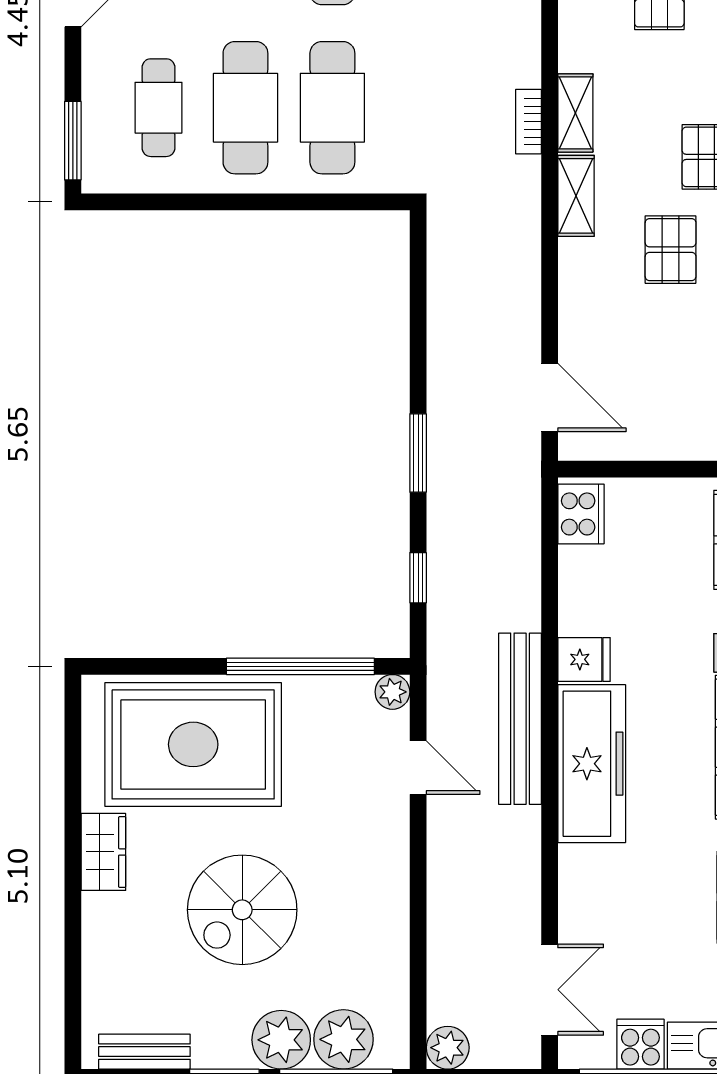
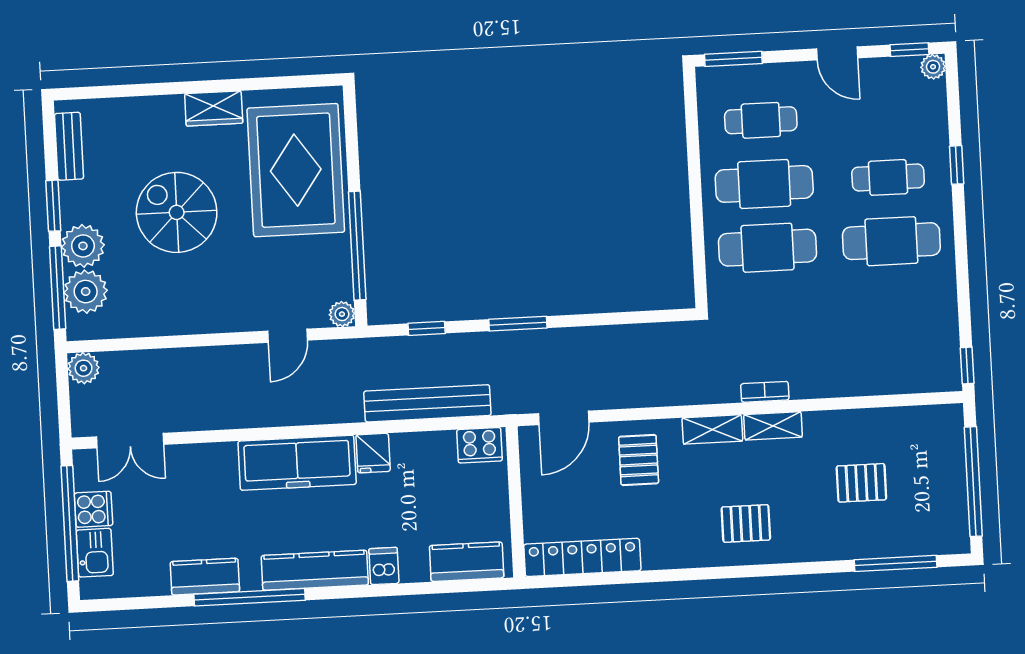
pallet: (671, 250) -> (639, 460), moved, turned 90
bench: (520, 719) -> (427, 403), moved

